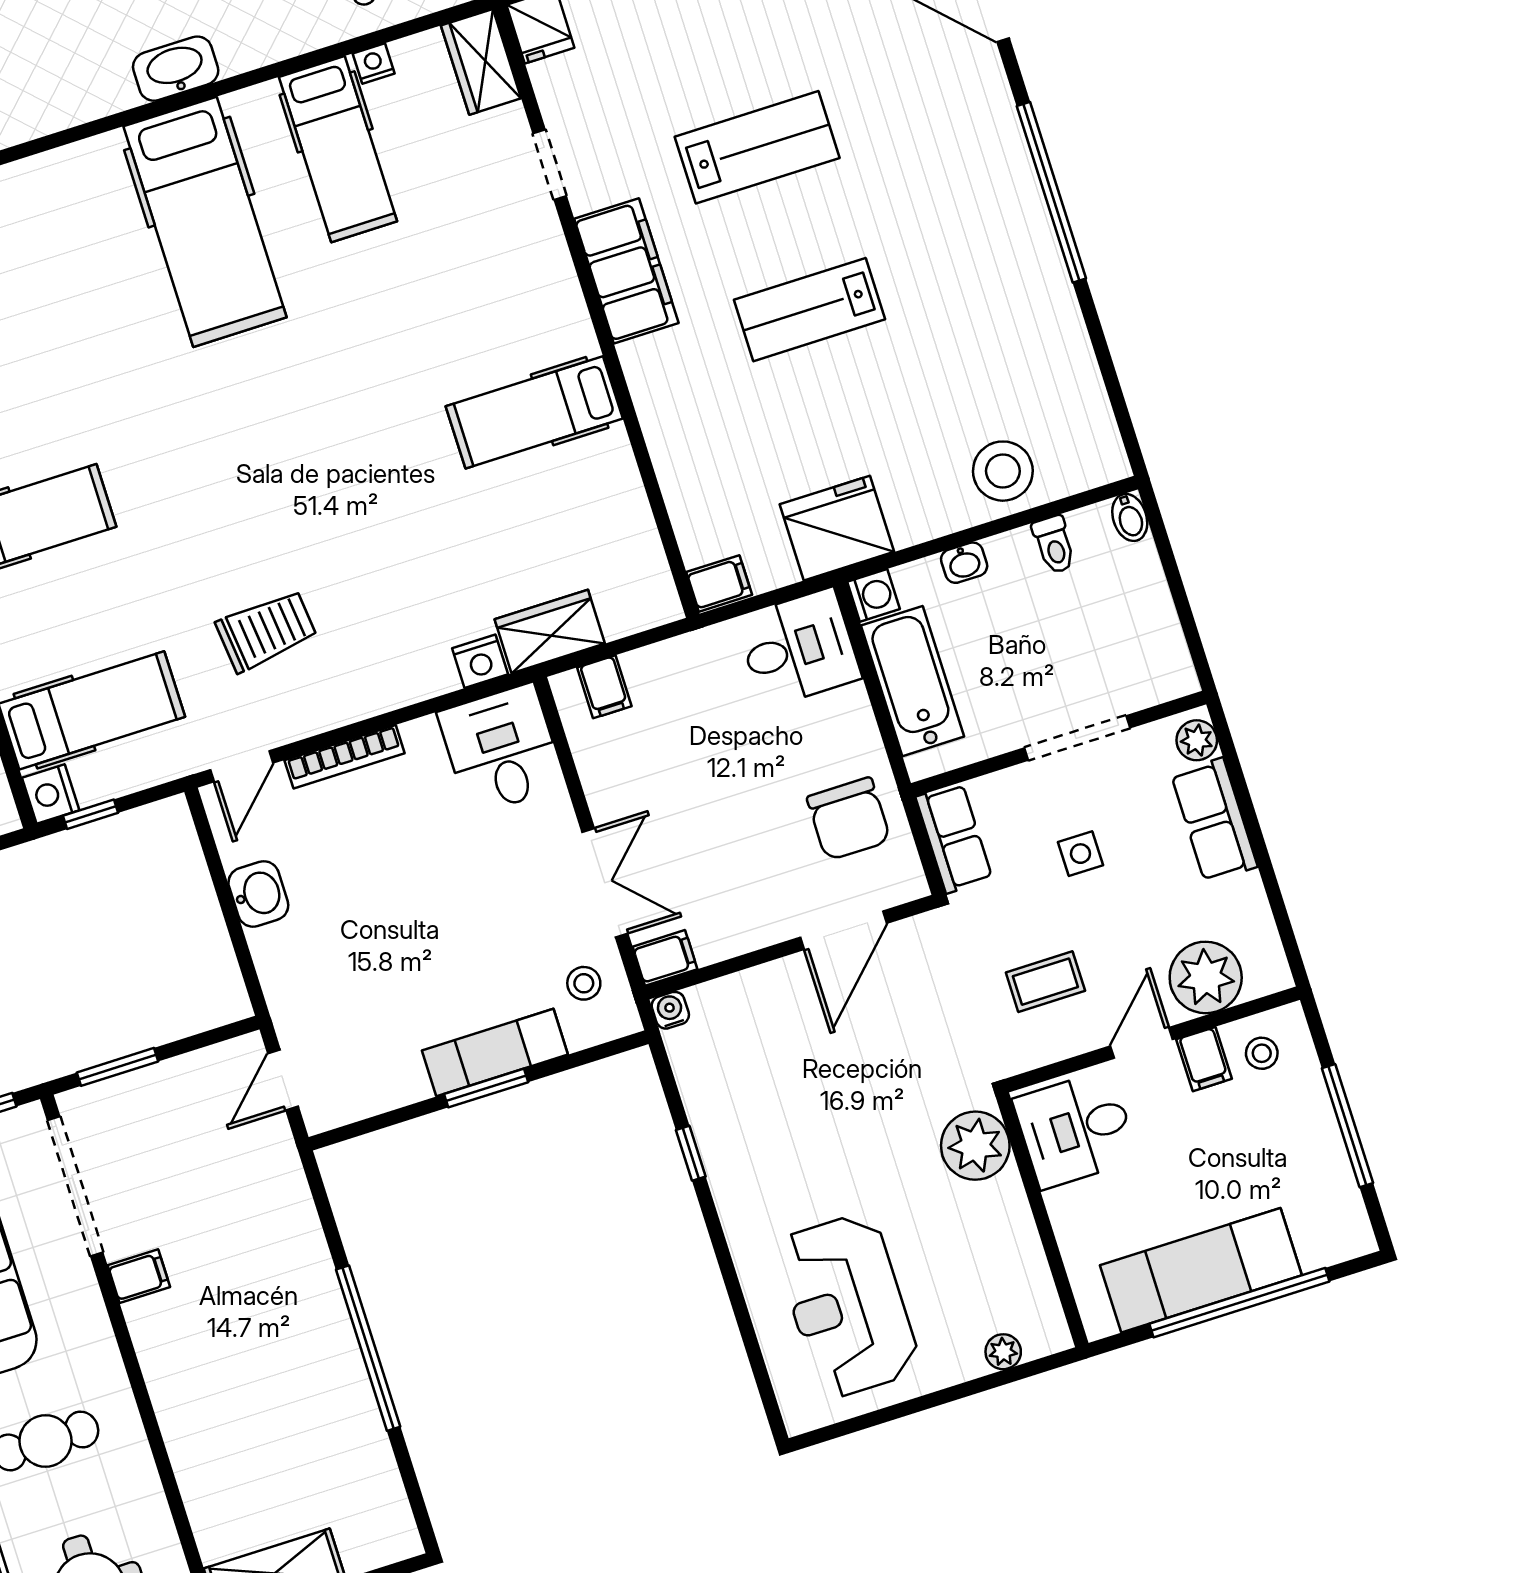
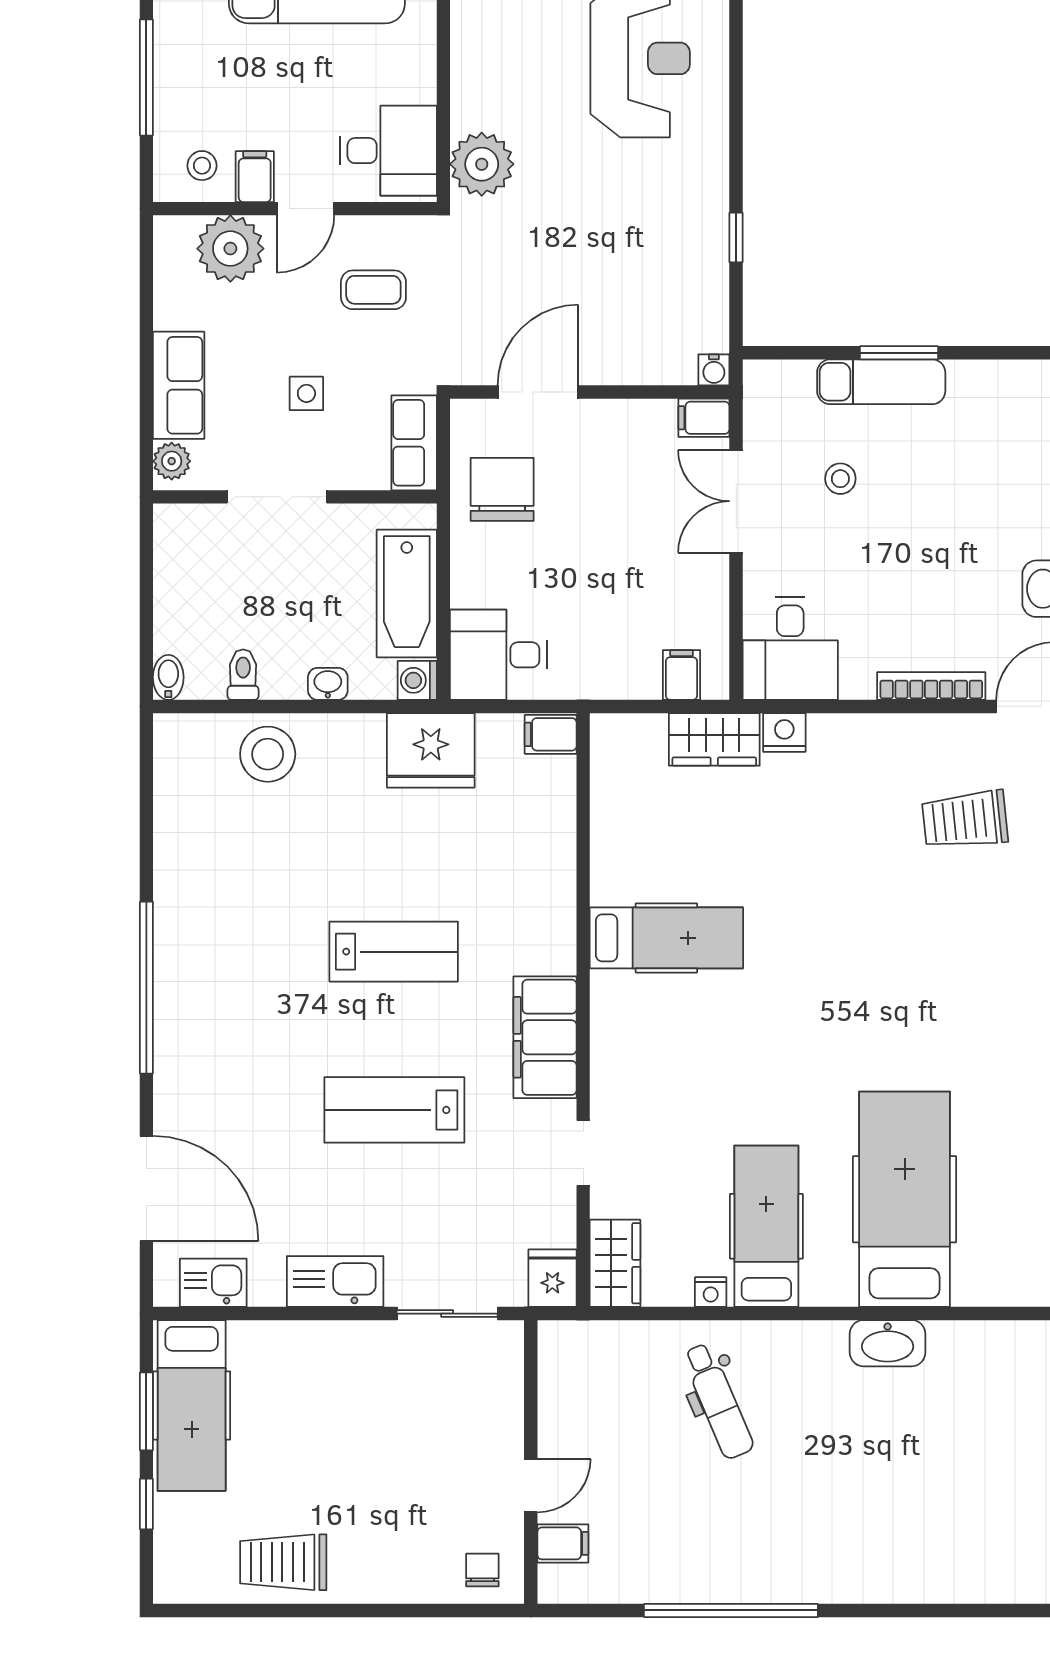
stool: (584, 983) -> (840, 479), moved

